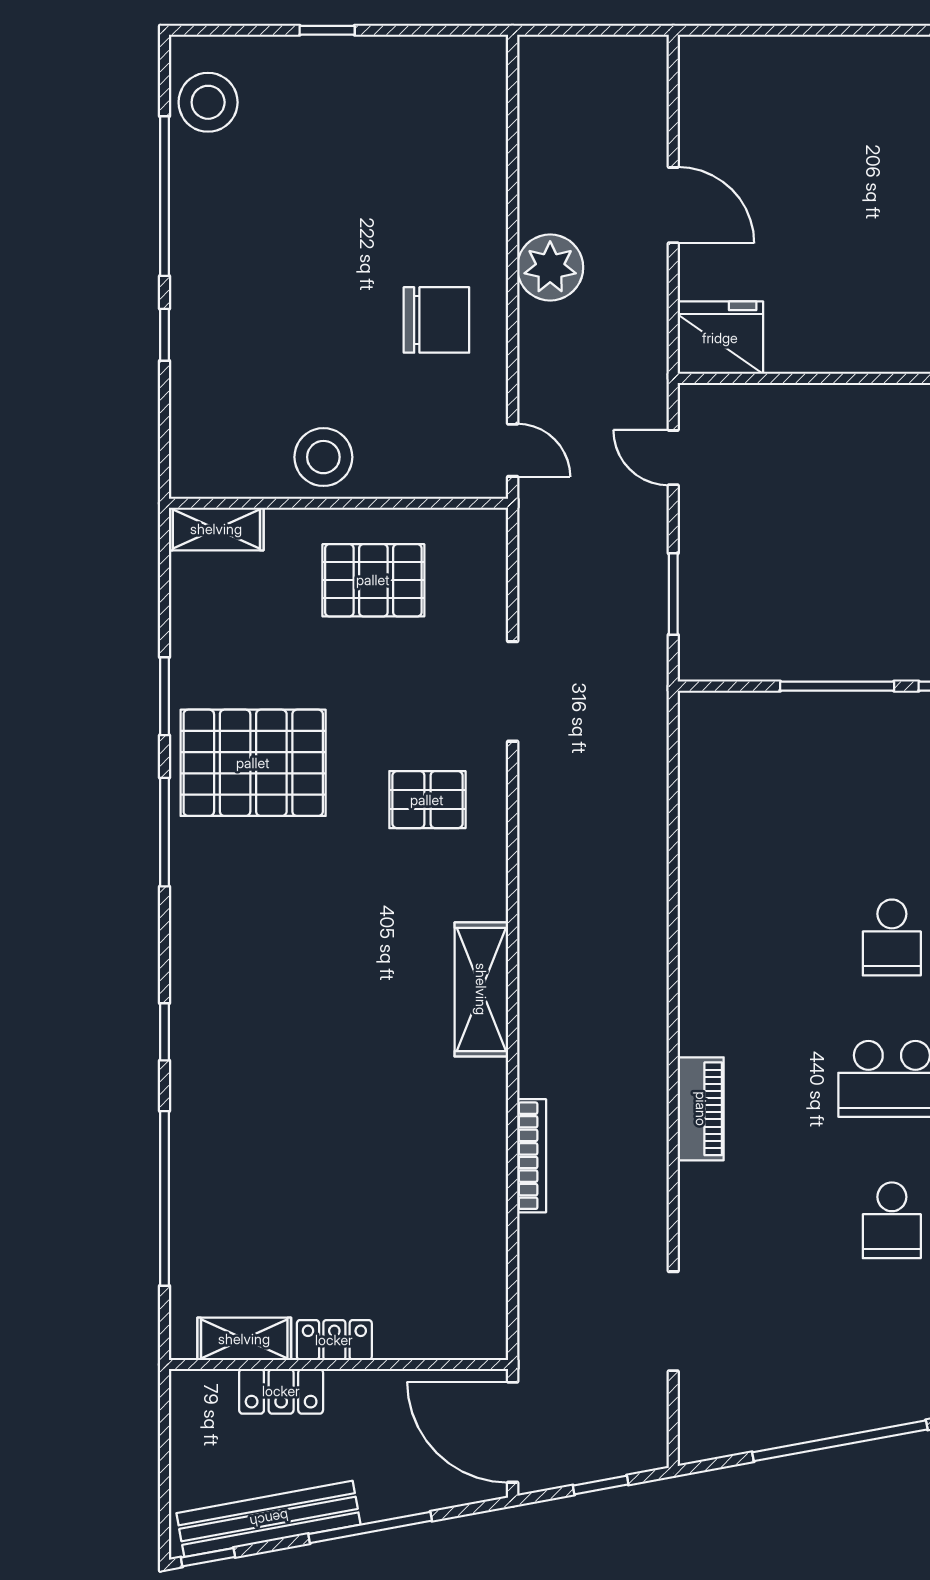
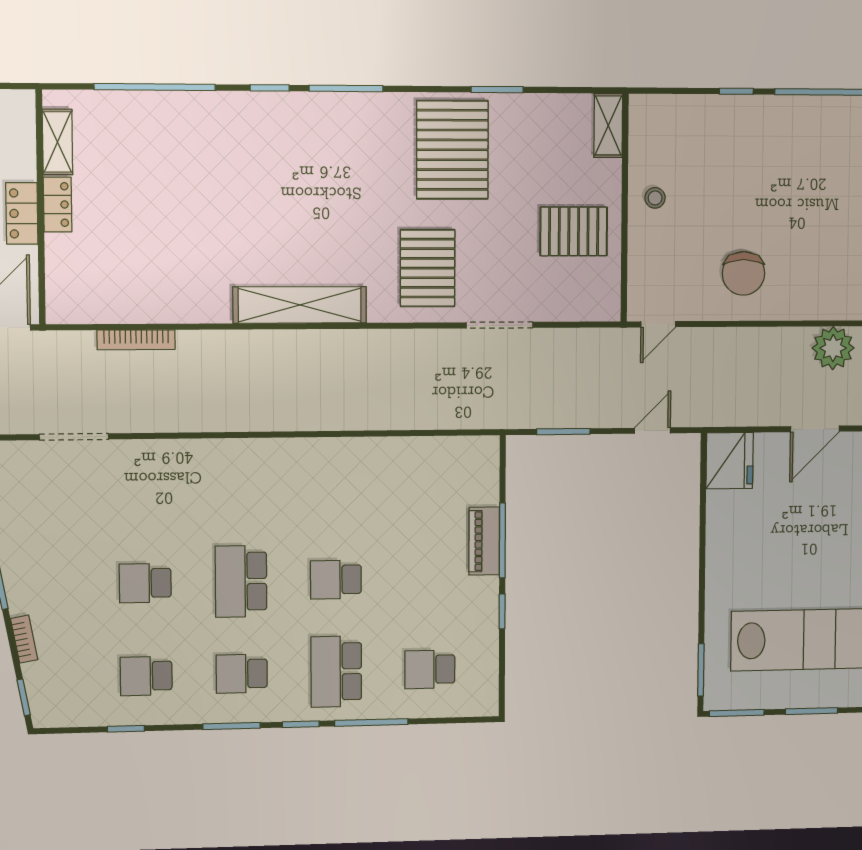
plant: (550, 267) -> (833, 348), moved
stool: (323, 457) -> (655, 198), width x0.53, depth x0.53
pallet: (373, 580) -> (574, 231), turned 90
pallet: (427, 800) -> (428, 268), width x1.50, depth x1.42
window: (165, 832) -> (346, 88), moved
shelving: (481, 989) -> (300, 305), width x1.47
piano: (701, 1109) -> (484, 541), moved, turned 90
bookcase: (532, 1156) -> (136, 340), moved
locker: (281, 1391) -> (22, 213), moved

